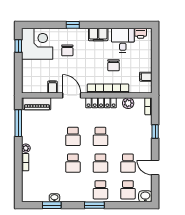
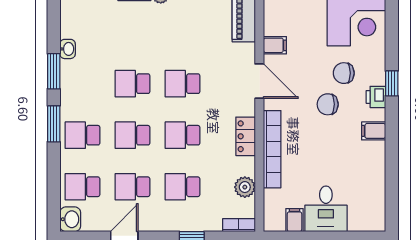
printer: (141, 33) -> (376, 97), moved
filing cabinet: (98, 34) -> (374, 131), width x0.50
desk: (123, 40) -> (326, 209), moved, turned 90
chair: (114, 65) -> (328, 104), moved
door: (72, 95) -> (259, 81), hinge flipped
locker: (101, 103) -> (246, 136), width x0.66
school desk: (128, 136) -> (183, 187), added
window: (52, 205) -> (54, 71), moved

